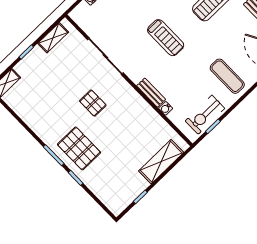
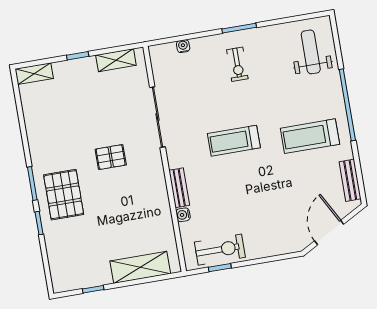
treadmill: (166, 38) -> (234, 141), turned 90
exercise mat: (227, 76) -> (271, 225), removed
pallet: (93, 103) -> (111, 157), turned 90
exercise bike: (205, 115) -> (220, 250), turned 180

